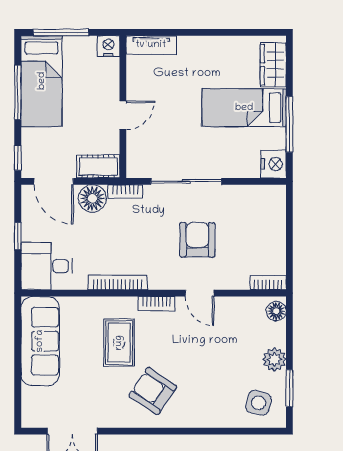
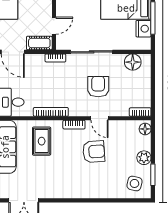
door: (123, 115) -> (54, 26), moved
nightstand: (274, 164) -> (143, 29), moved
floor lamp: (92, 198) -> (133, 62), moved
rug: (119, 343) -> (42, 141), moved
armchair: (153, 391) -> (94, 152), moved, turned 142

